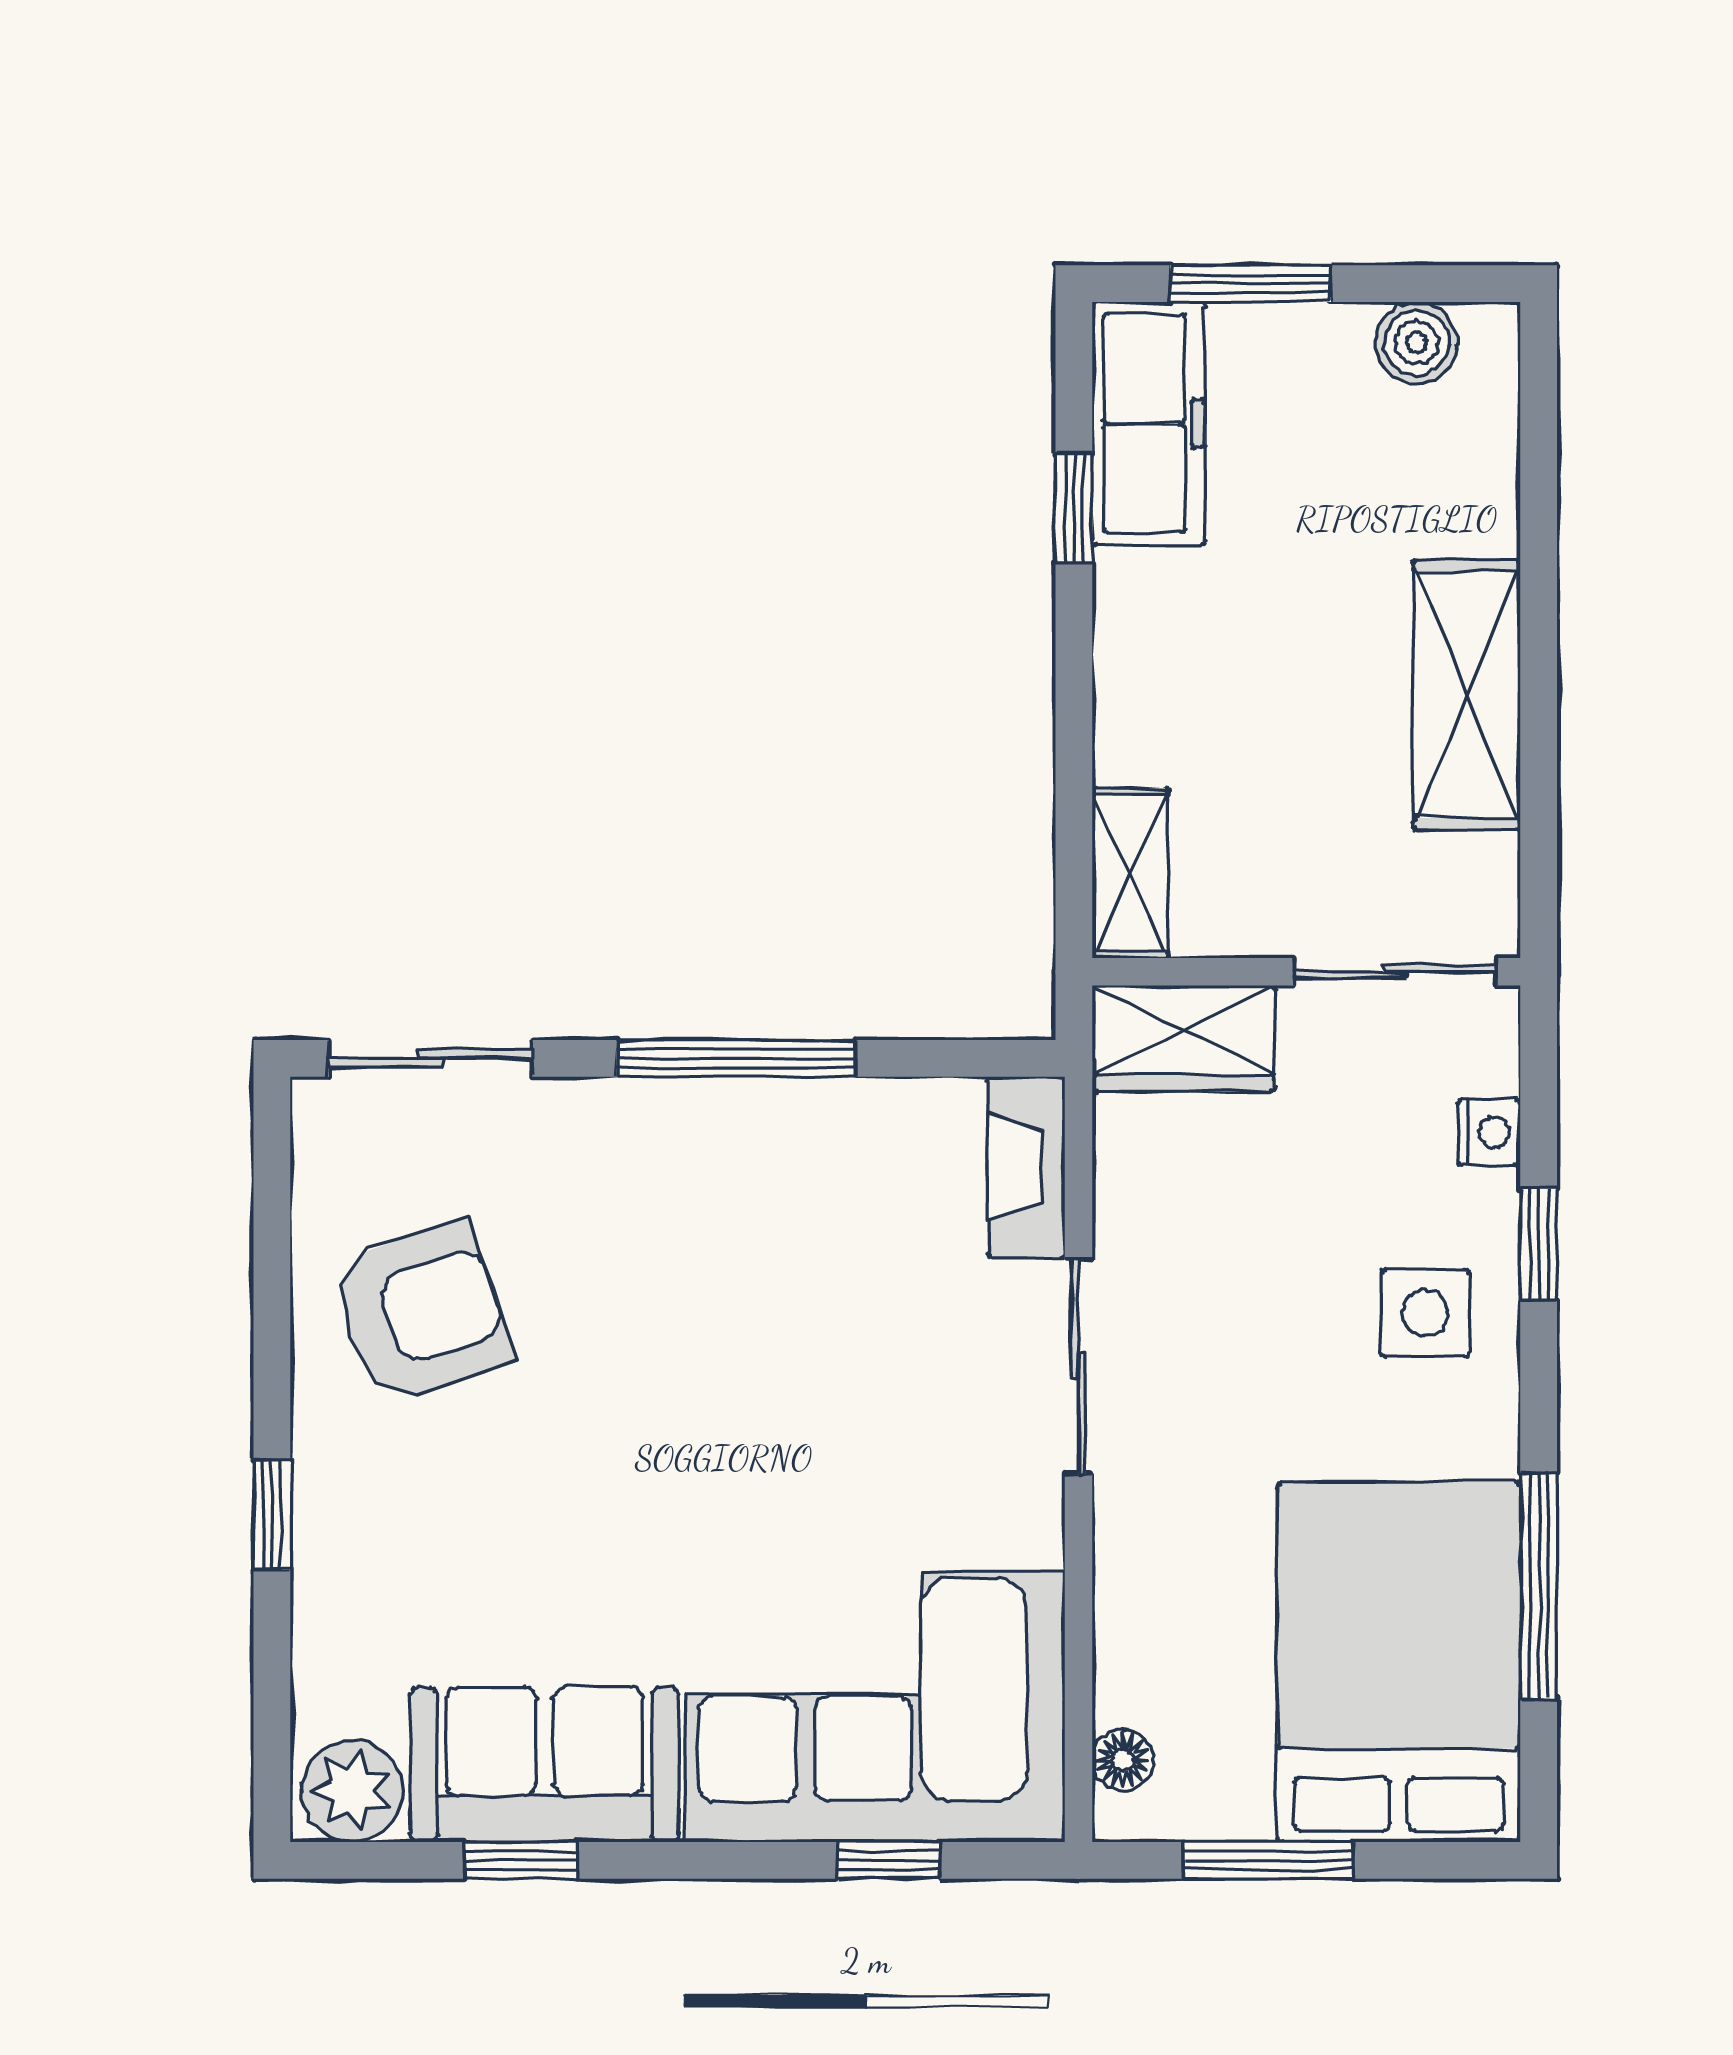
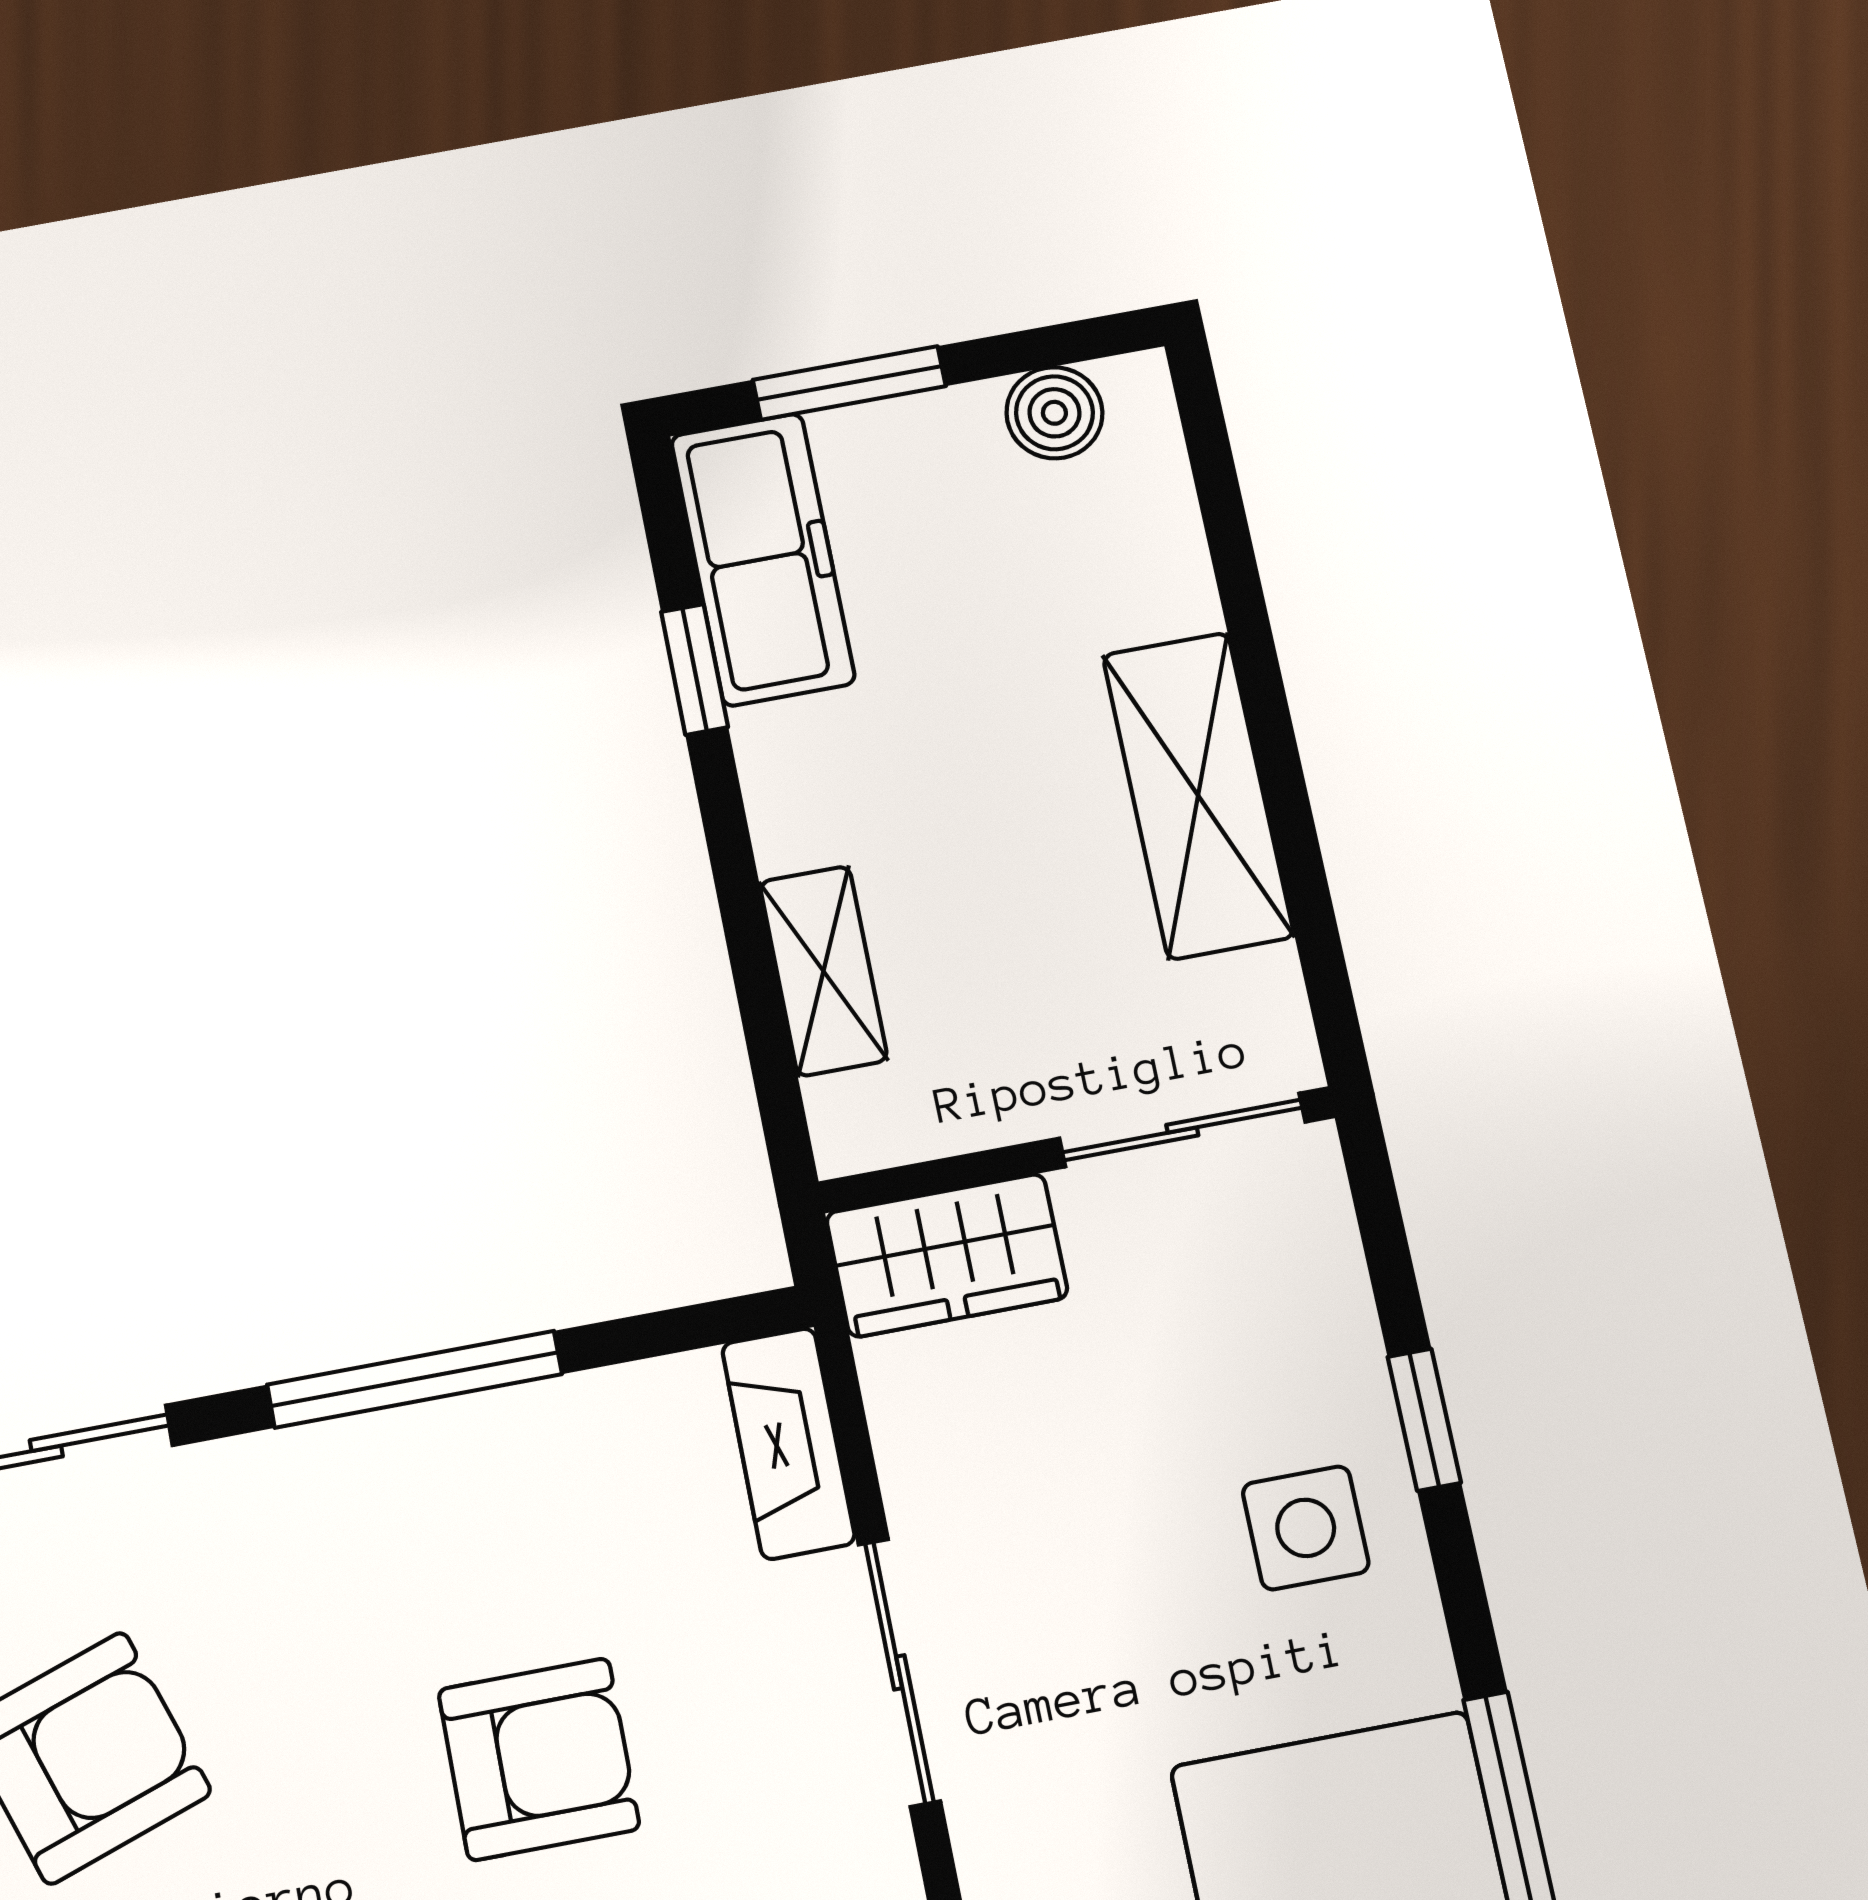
shelving: (1130, 873) -> (823, 971), moved
nightstand: (1489, 1132) -> (1335, 1298), removed
armchair: (780, 1381) -> (539, 1759), added

